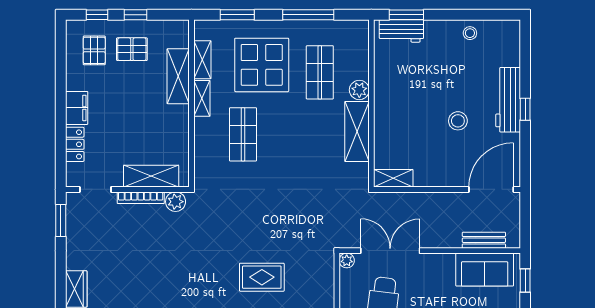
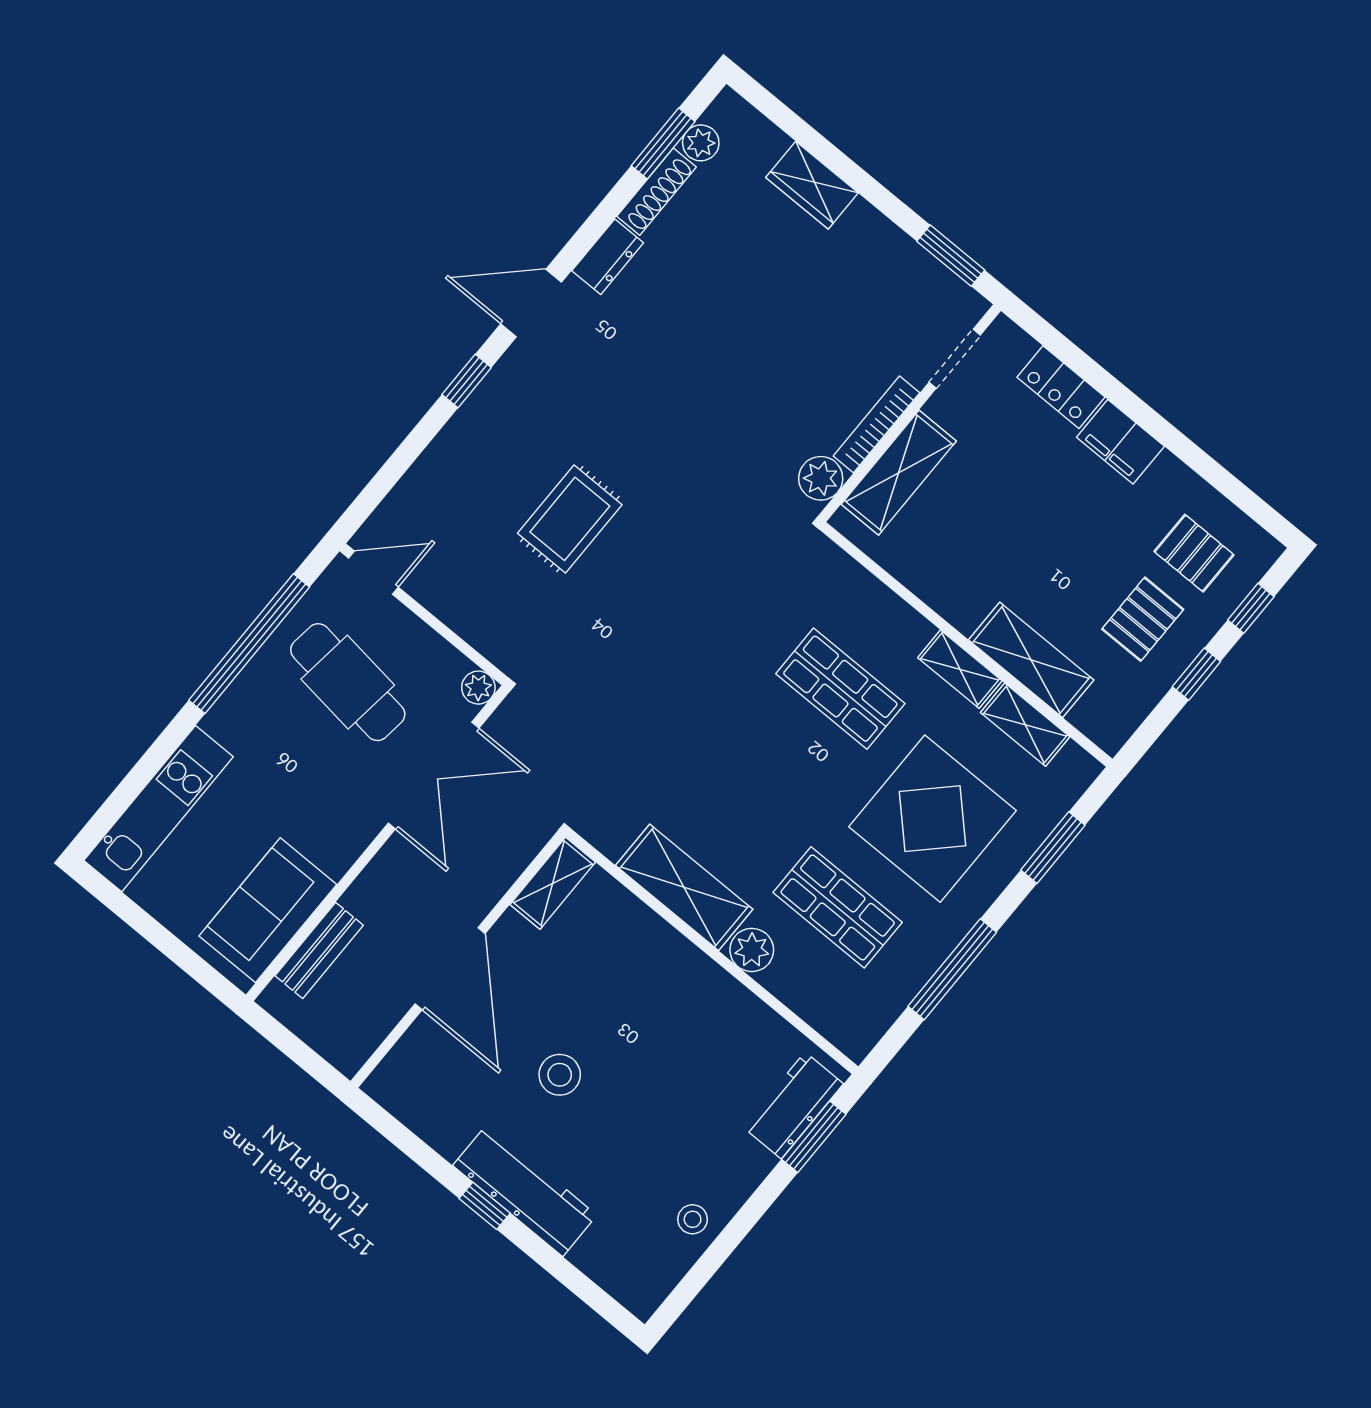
door: (491, 189) -> (450, 969), moved
window: (525, 281) -> (192, 964), removed

